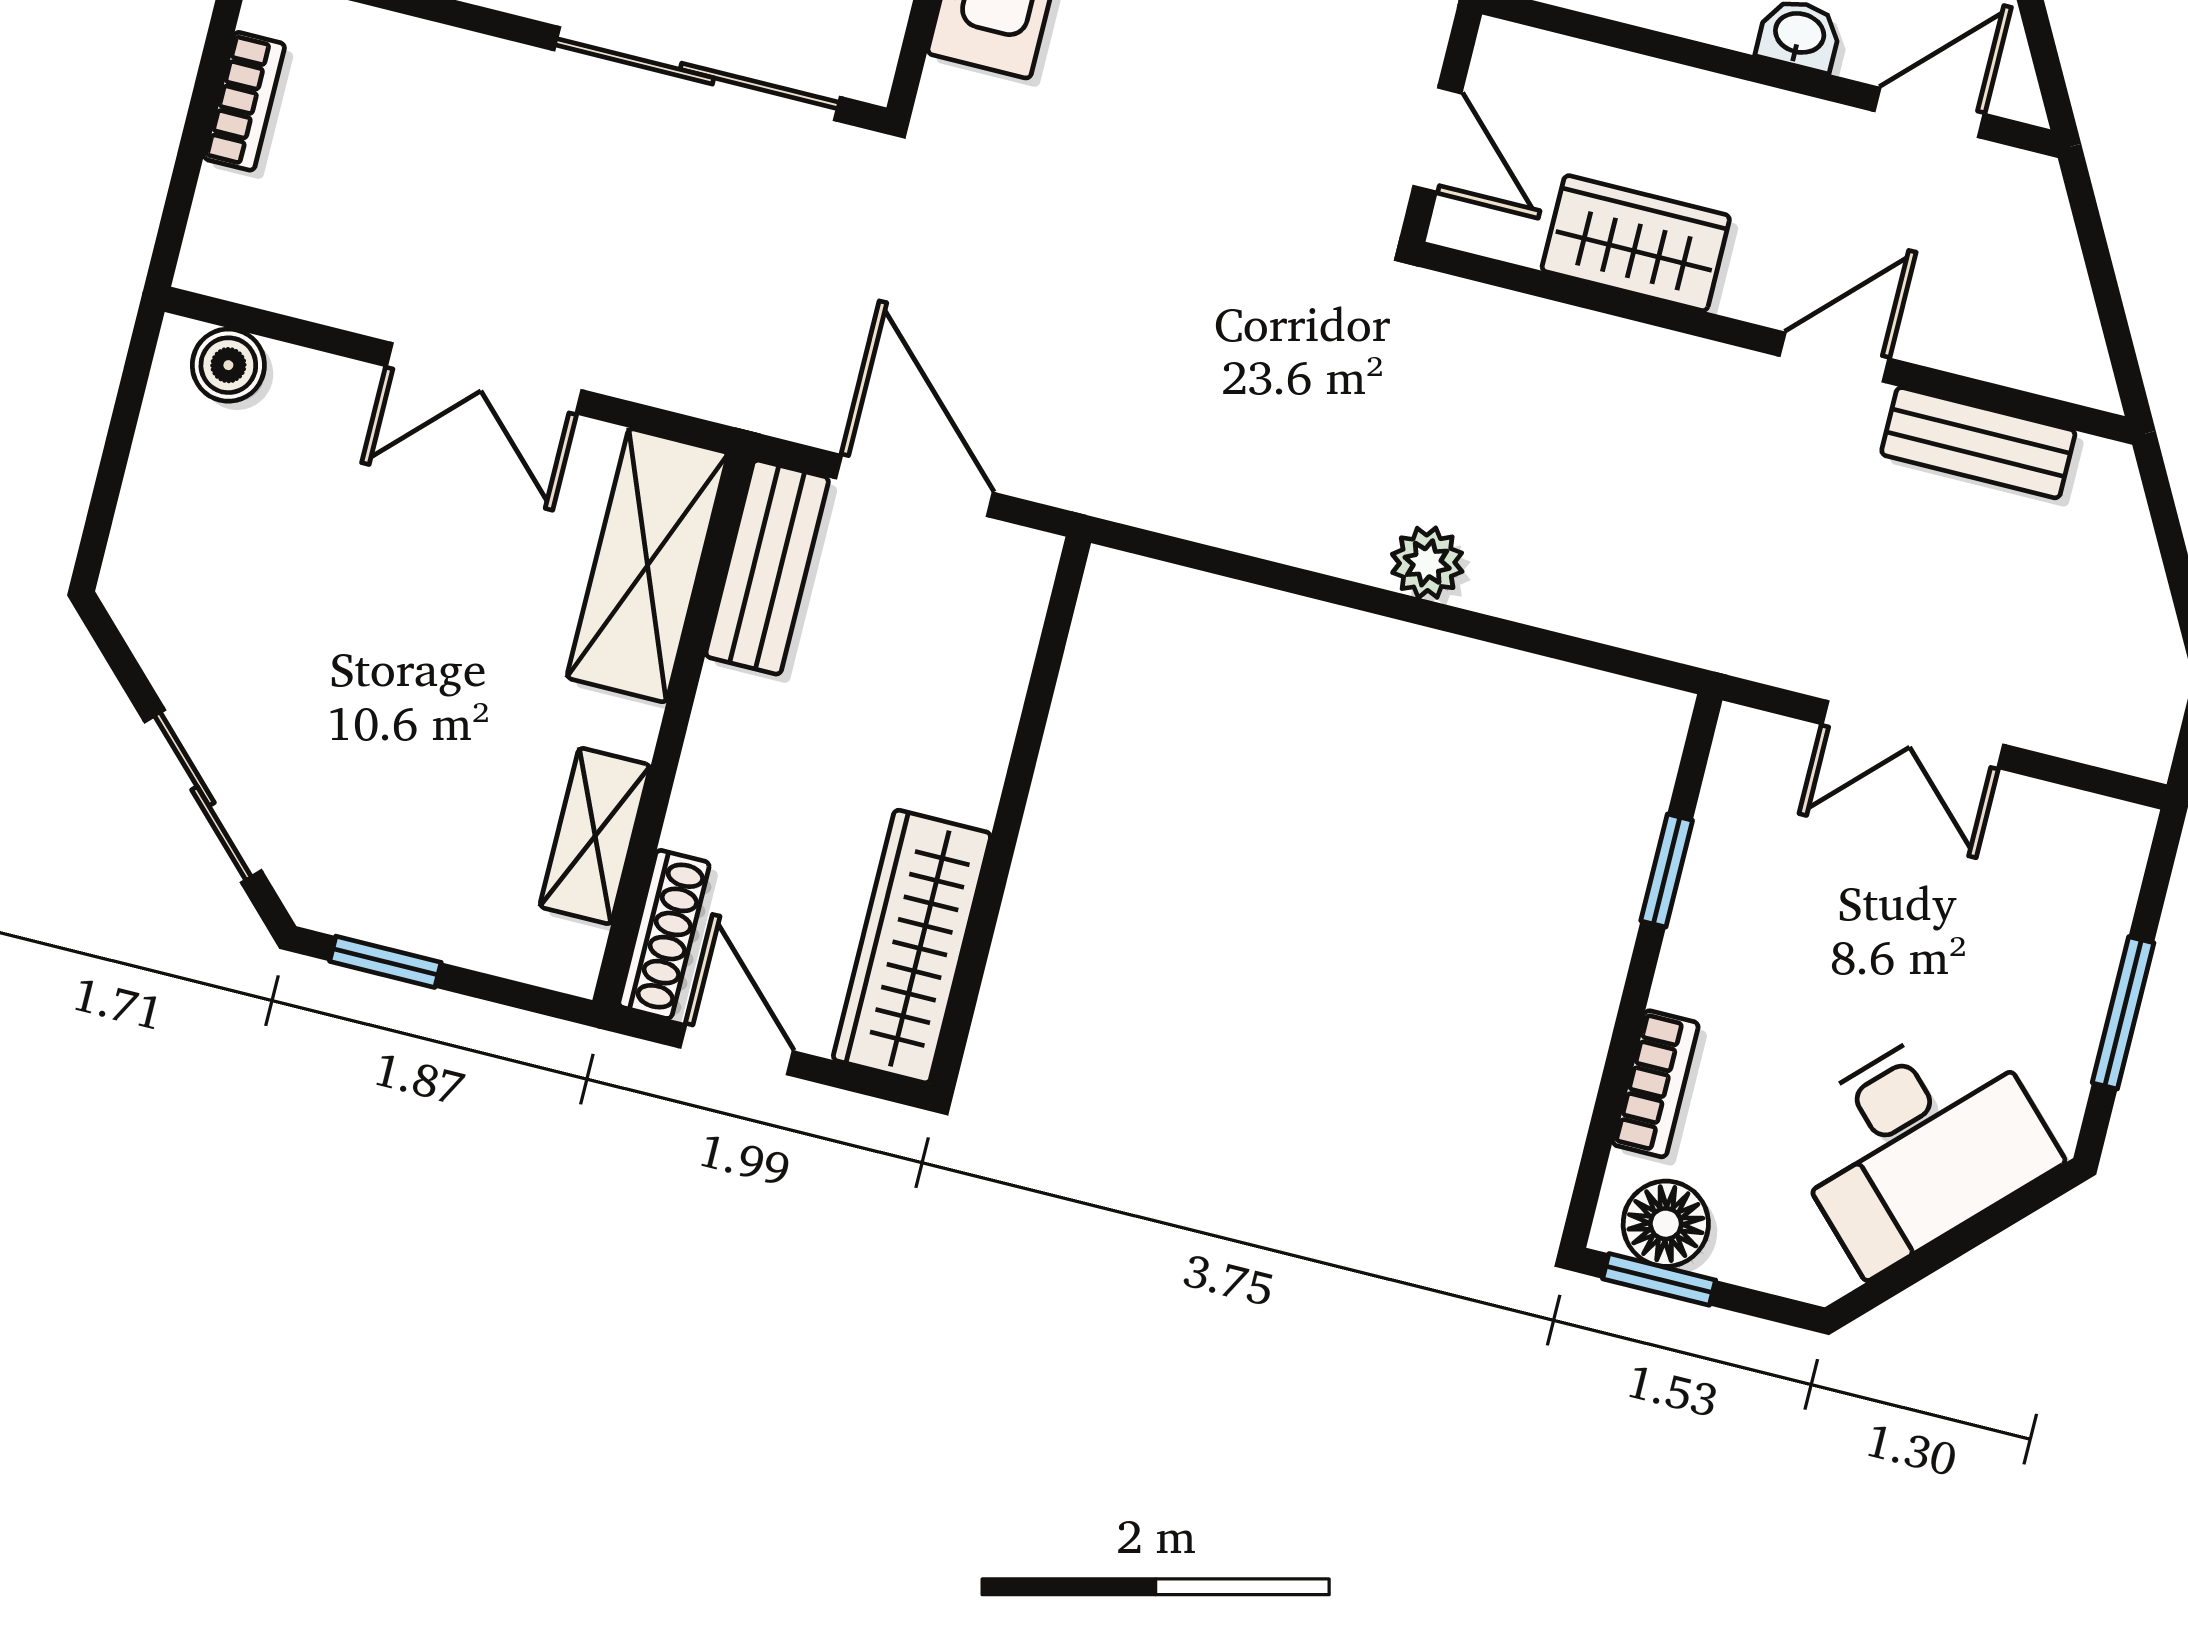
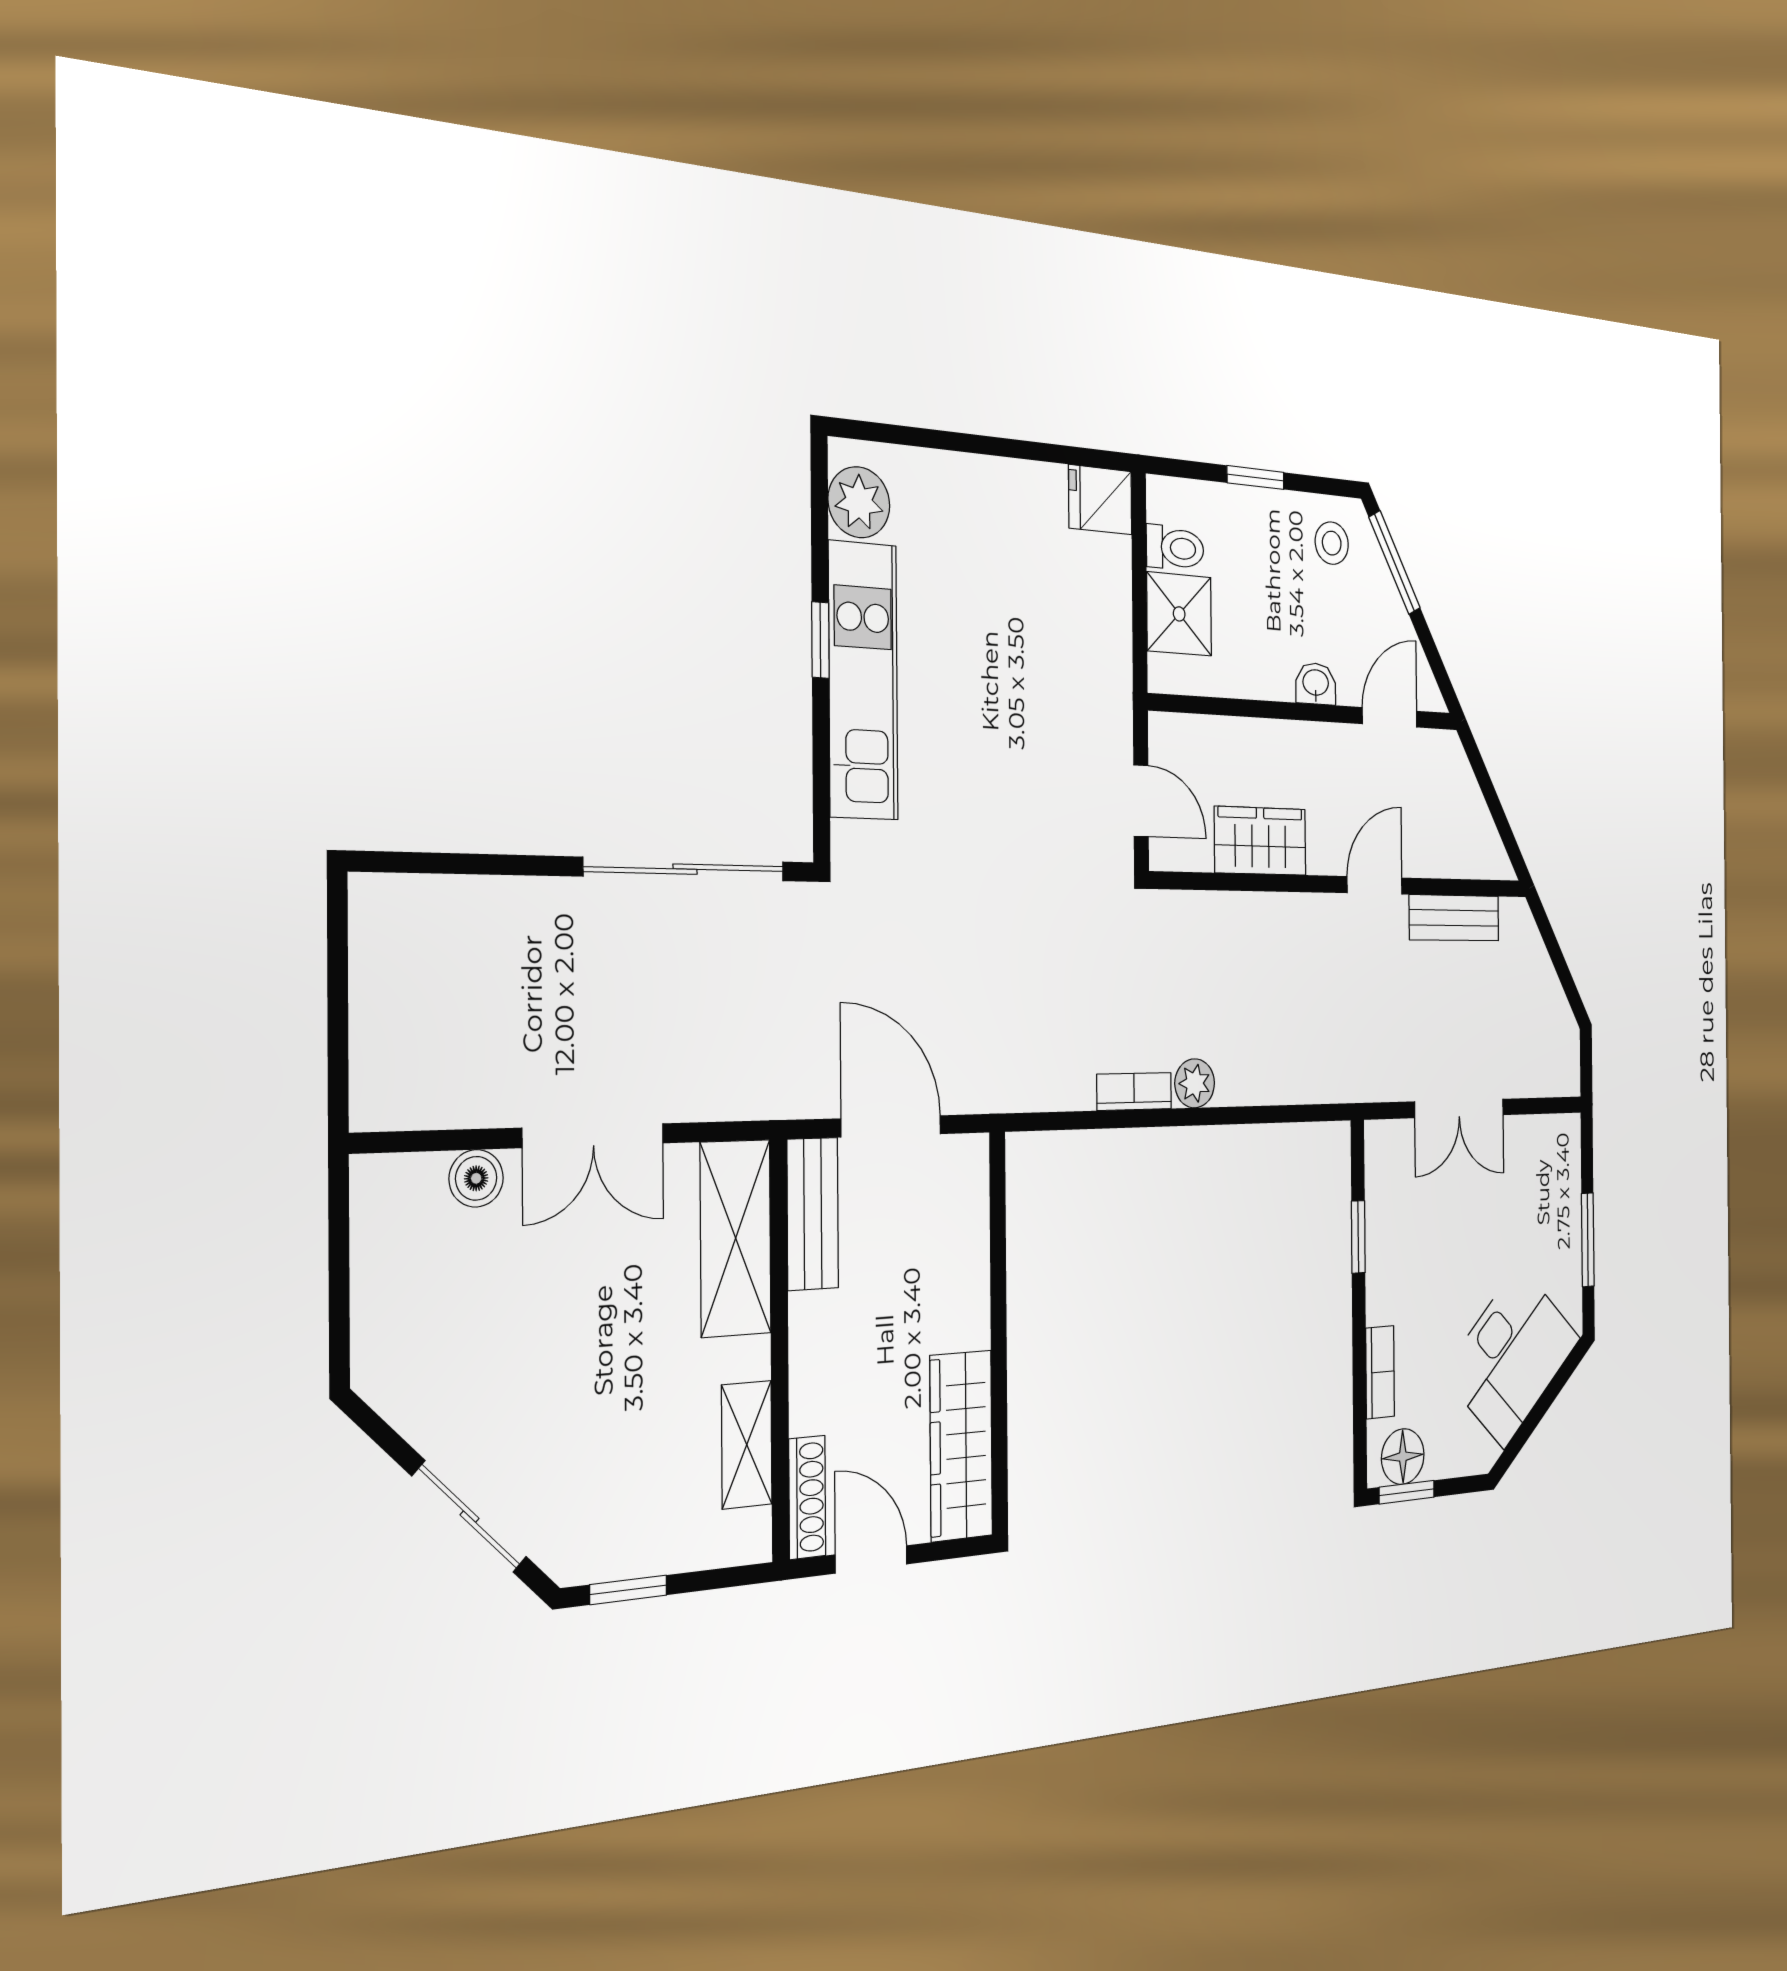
bookcase: (244, 101) -> (1134, 1092), moved, turned -90
boiler: (228, 365) -> (476, 1178), moved

